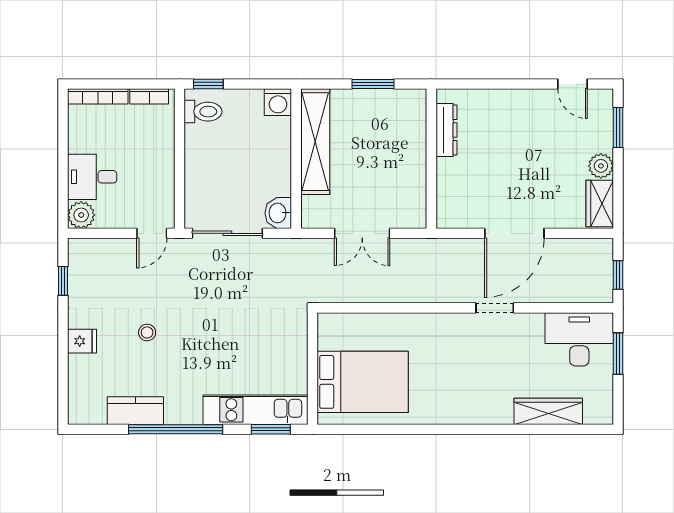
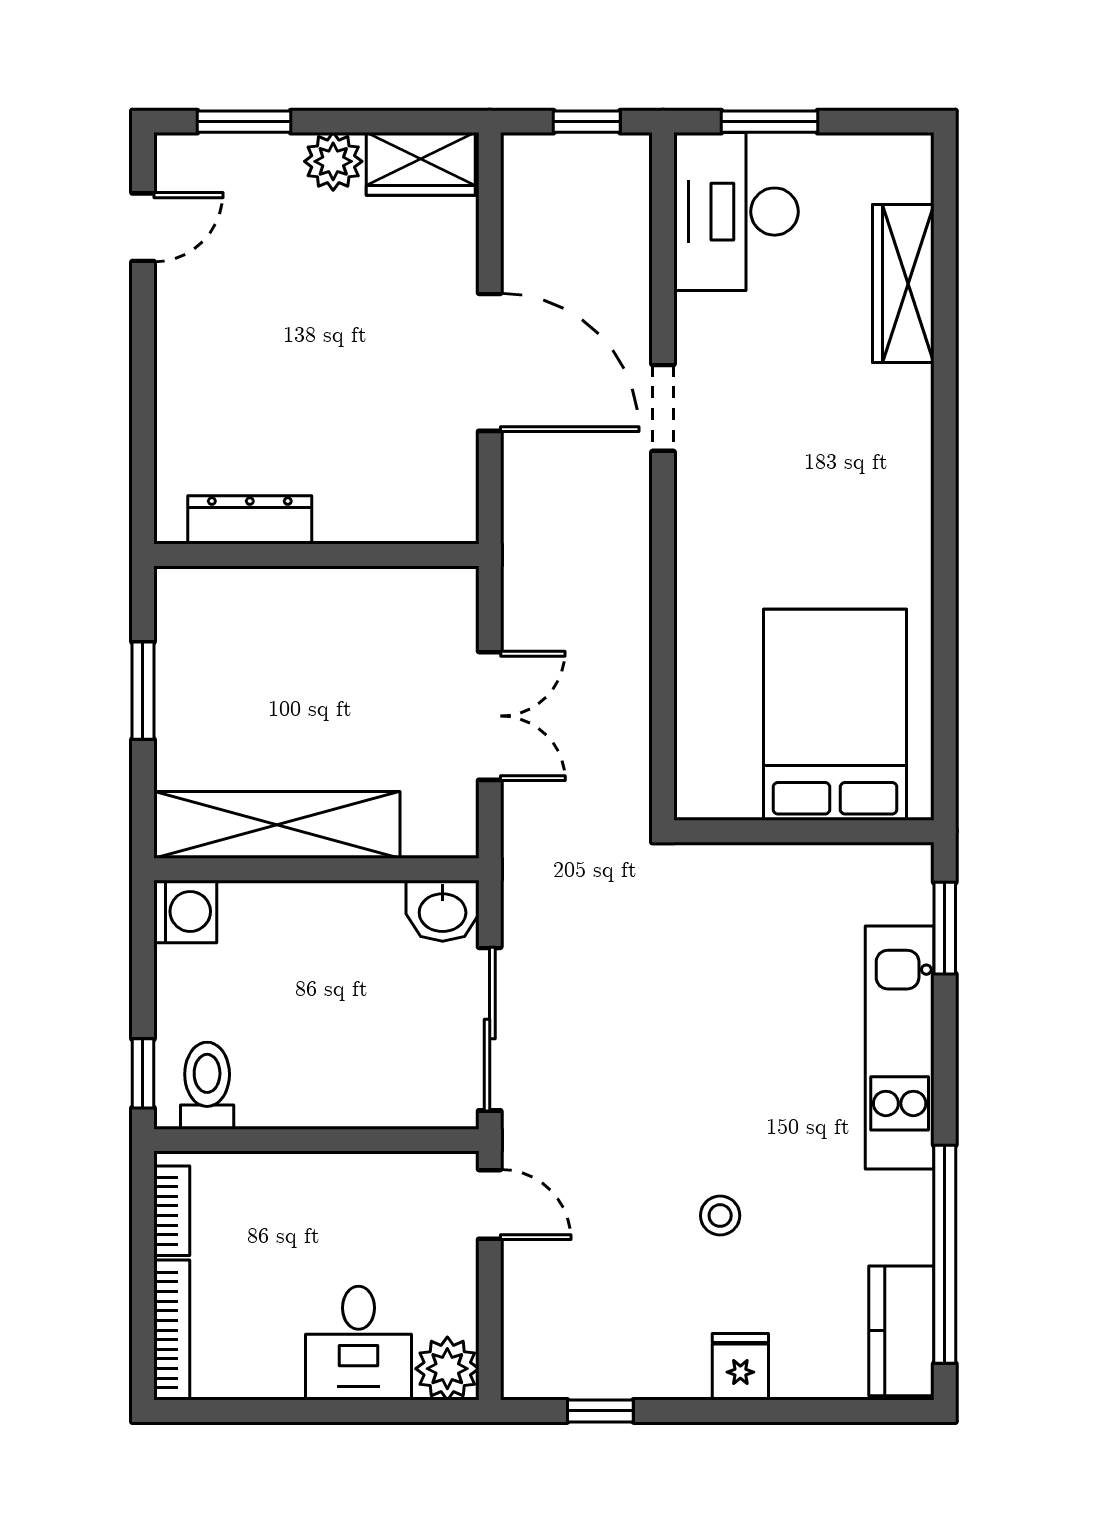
kitchen unit: (255, 410) -> (900, 1047), moved
kitchen counter: (135, 411) -> (901, 1331), moved
window: (176, 429) -> (945, 1254), moved

